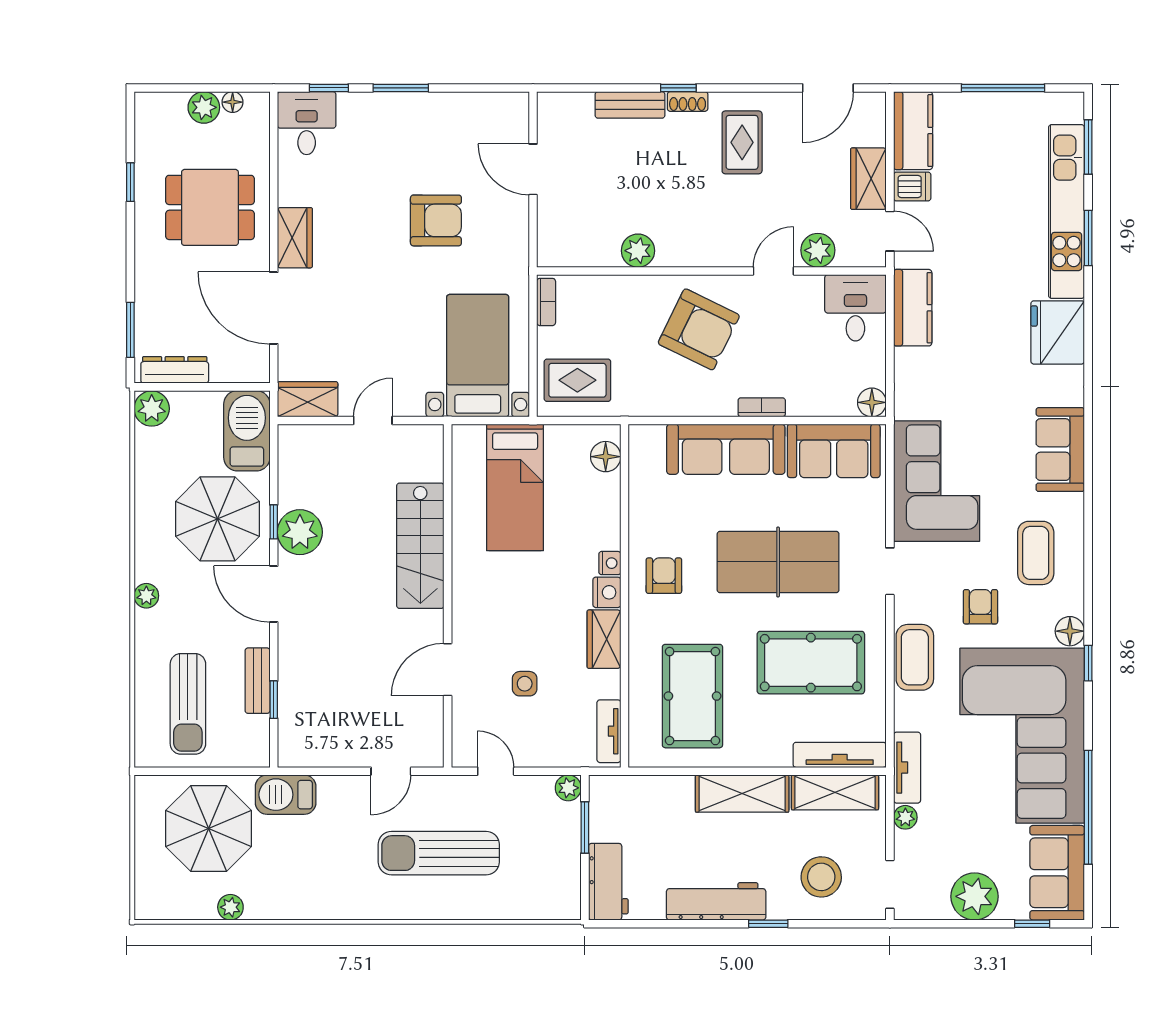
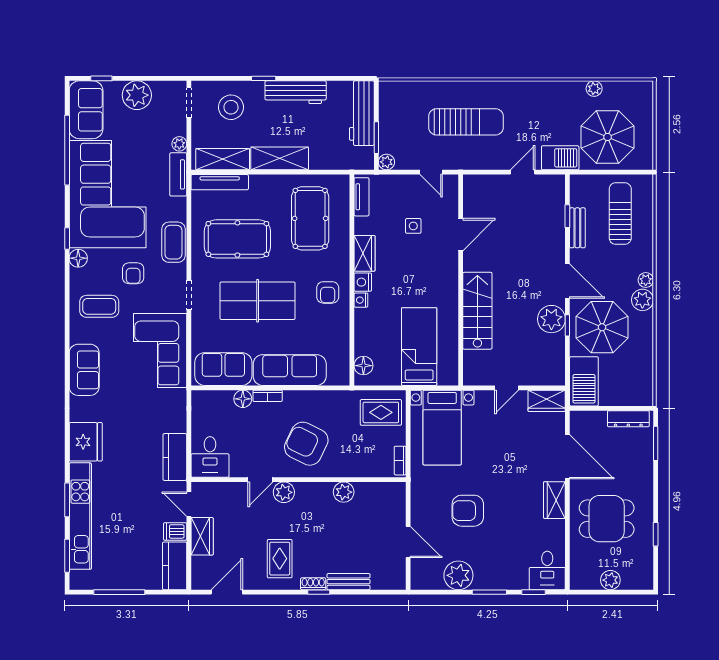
floor lamp: (233, 102) -> (593, 583), removed
plant: (451, 115) -> (458, 575), added
plant: (818, 250) -> (284, 492), moved
floor lamp: (872, 402) -> (243, 399), moved
plant: (152, 409) -> (642, 300), moved
coffee table: (1036, 553) -> (99, 306), turned 90
door: (391, 771) -> (523, 172), moved
workbench: (608, 882) -> (362, 113), width x1.38

